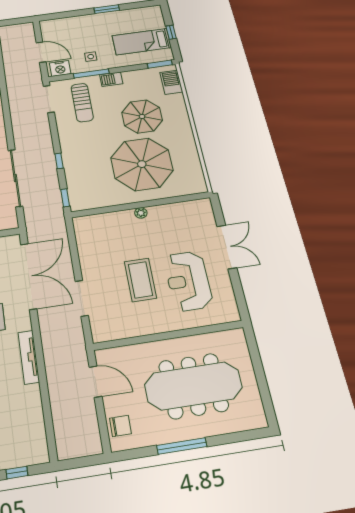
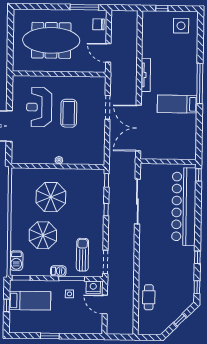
parasol: (142, 164) -> (51, 197), width x0.73, depth x0.73
reception desk: (188, 281) -> (39, 107), turned 180
window: (182, 446) -> (84, 7), moved

